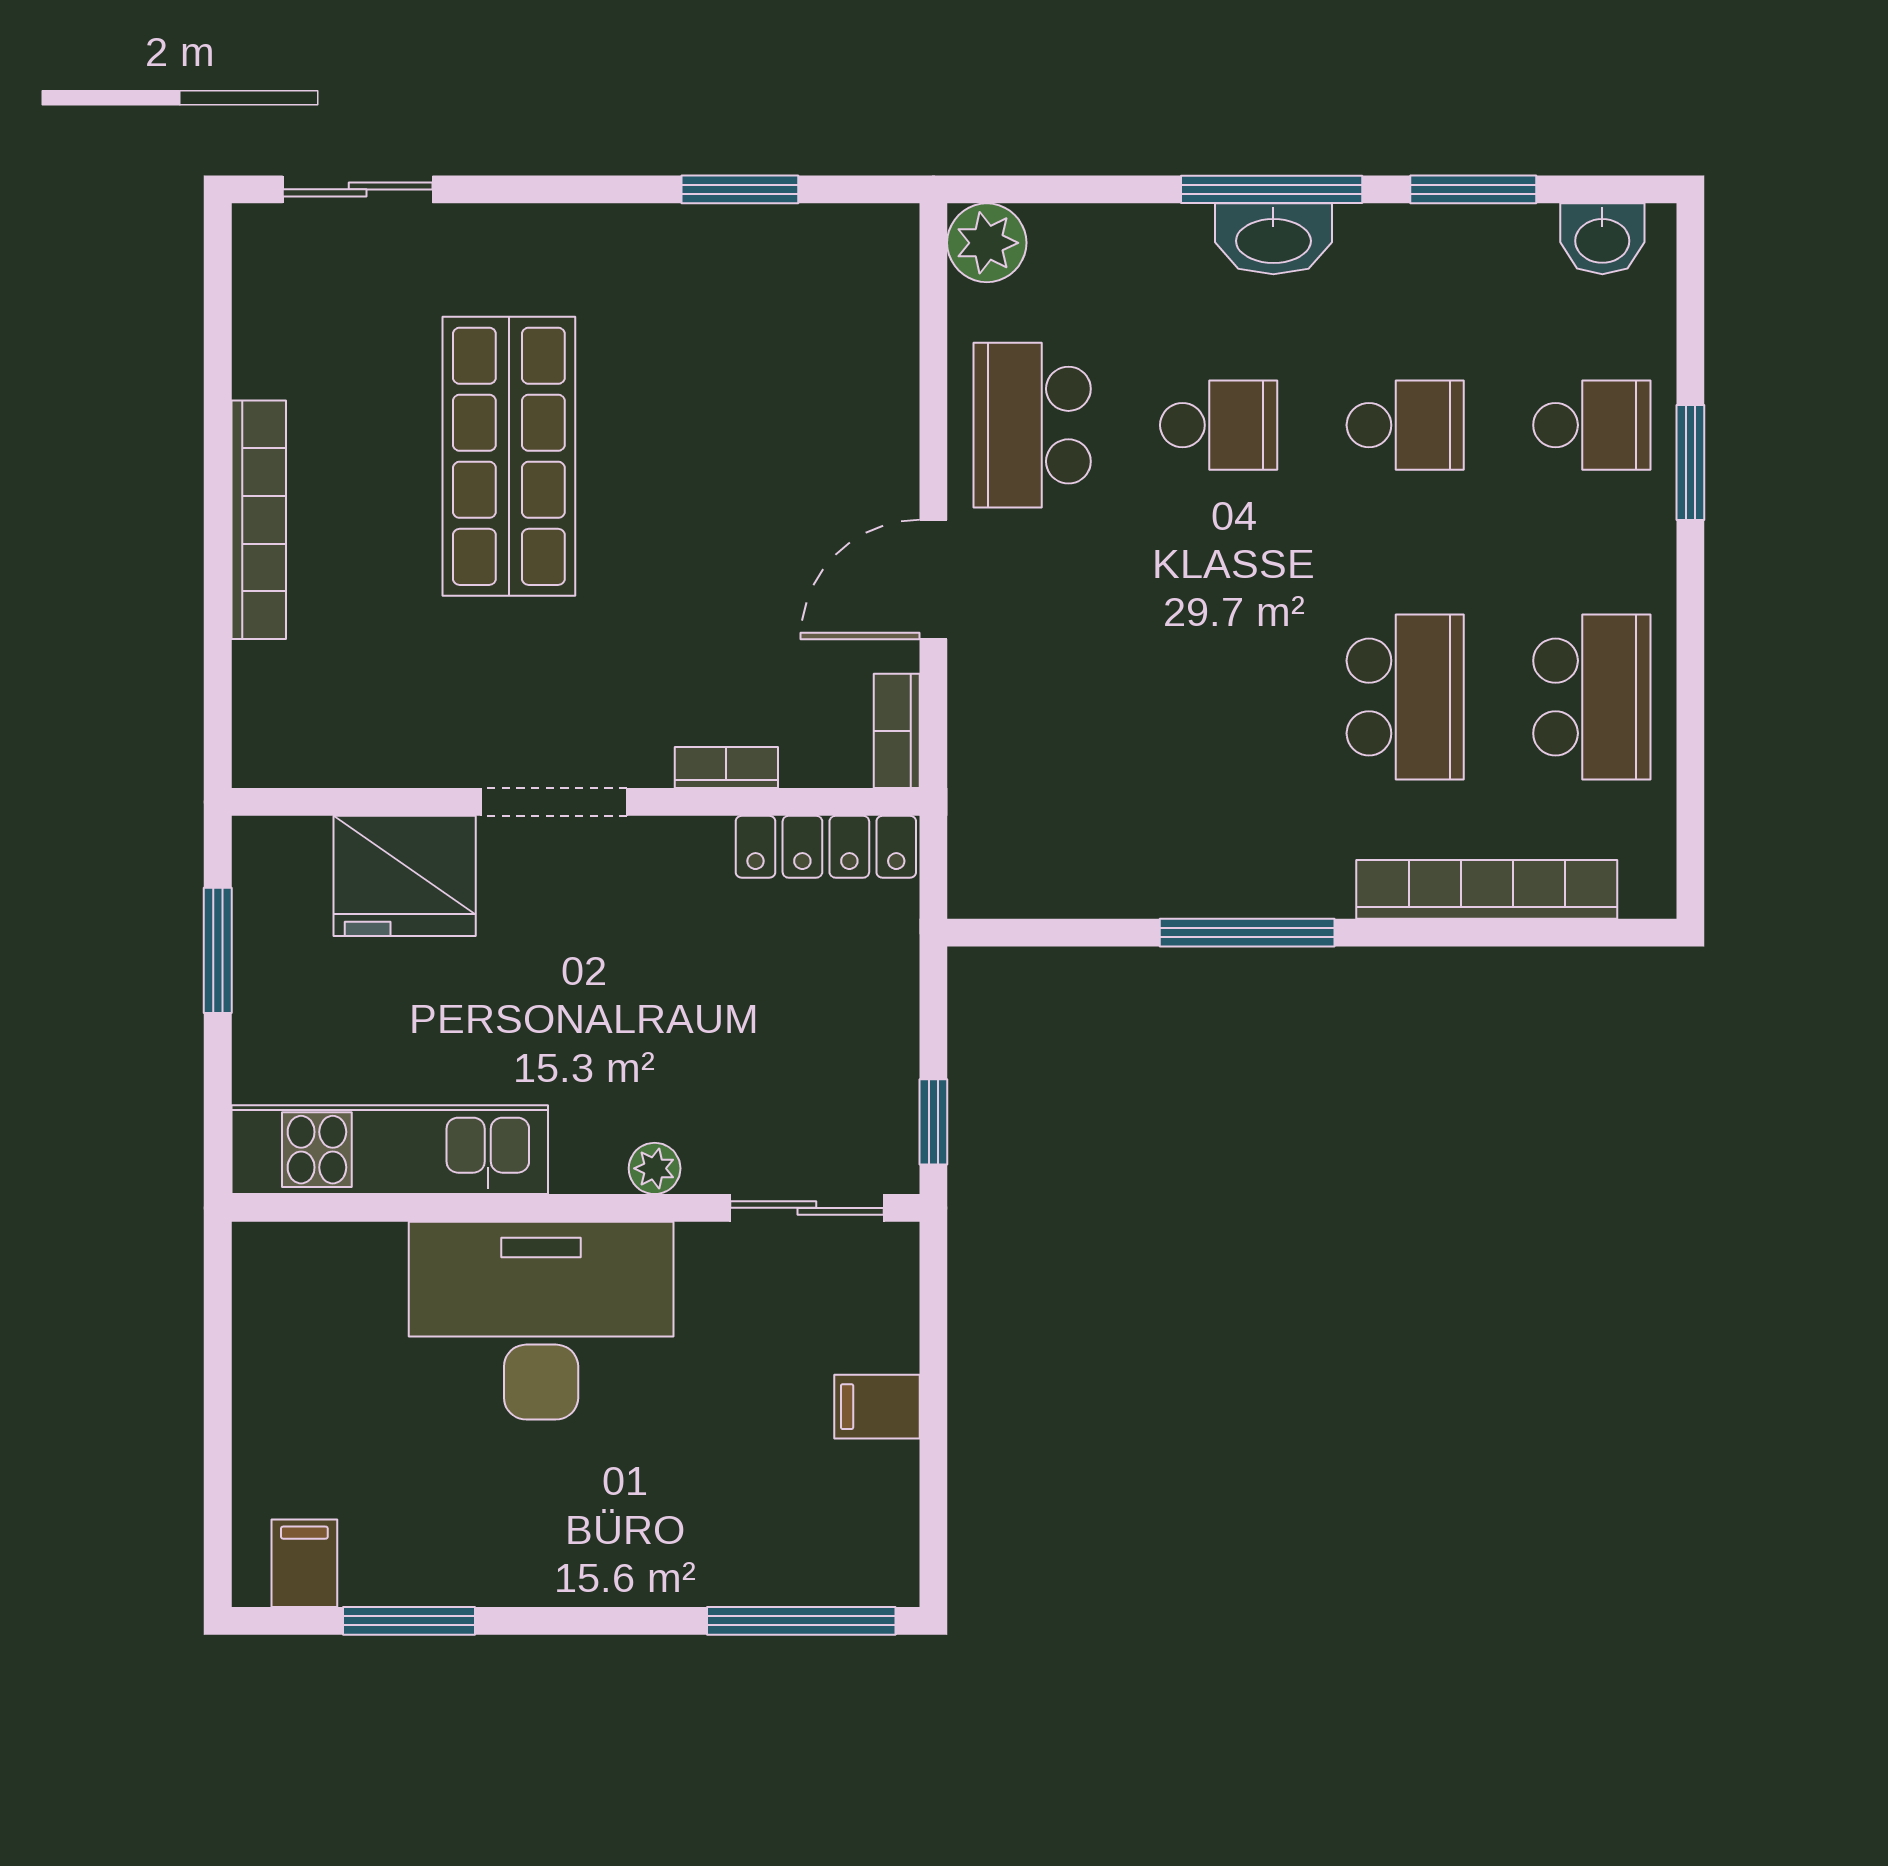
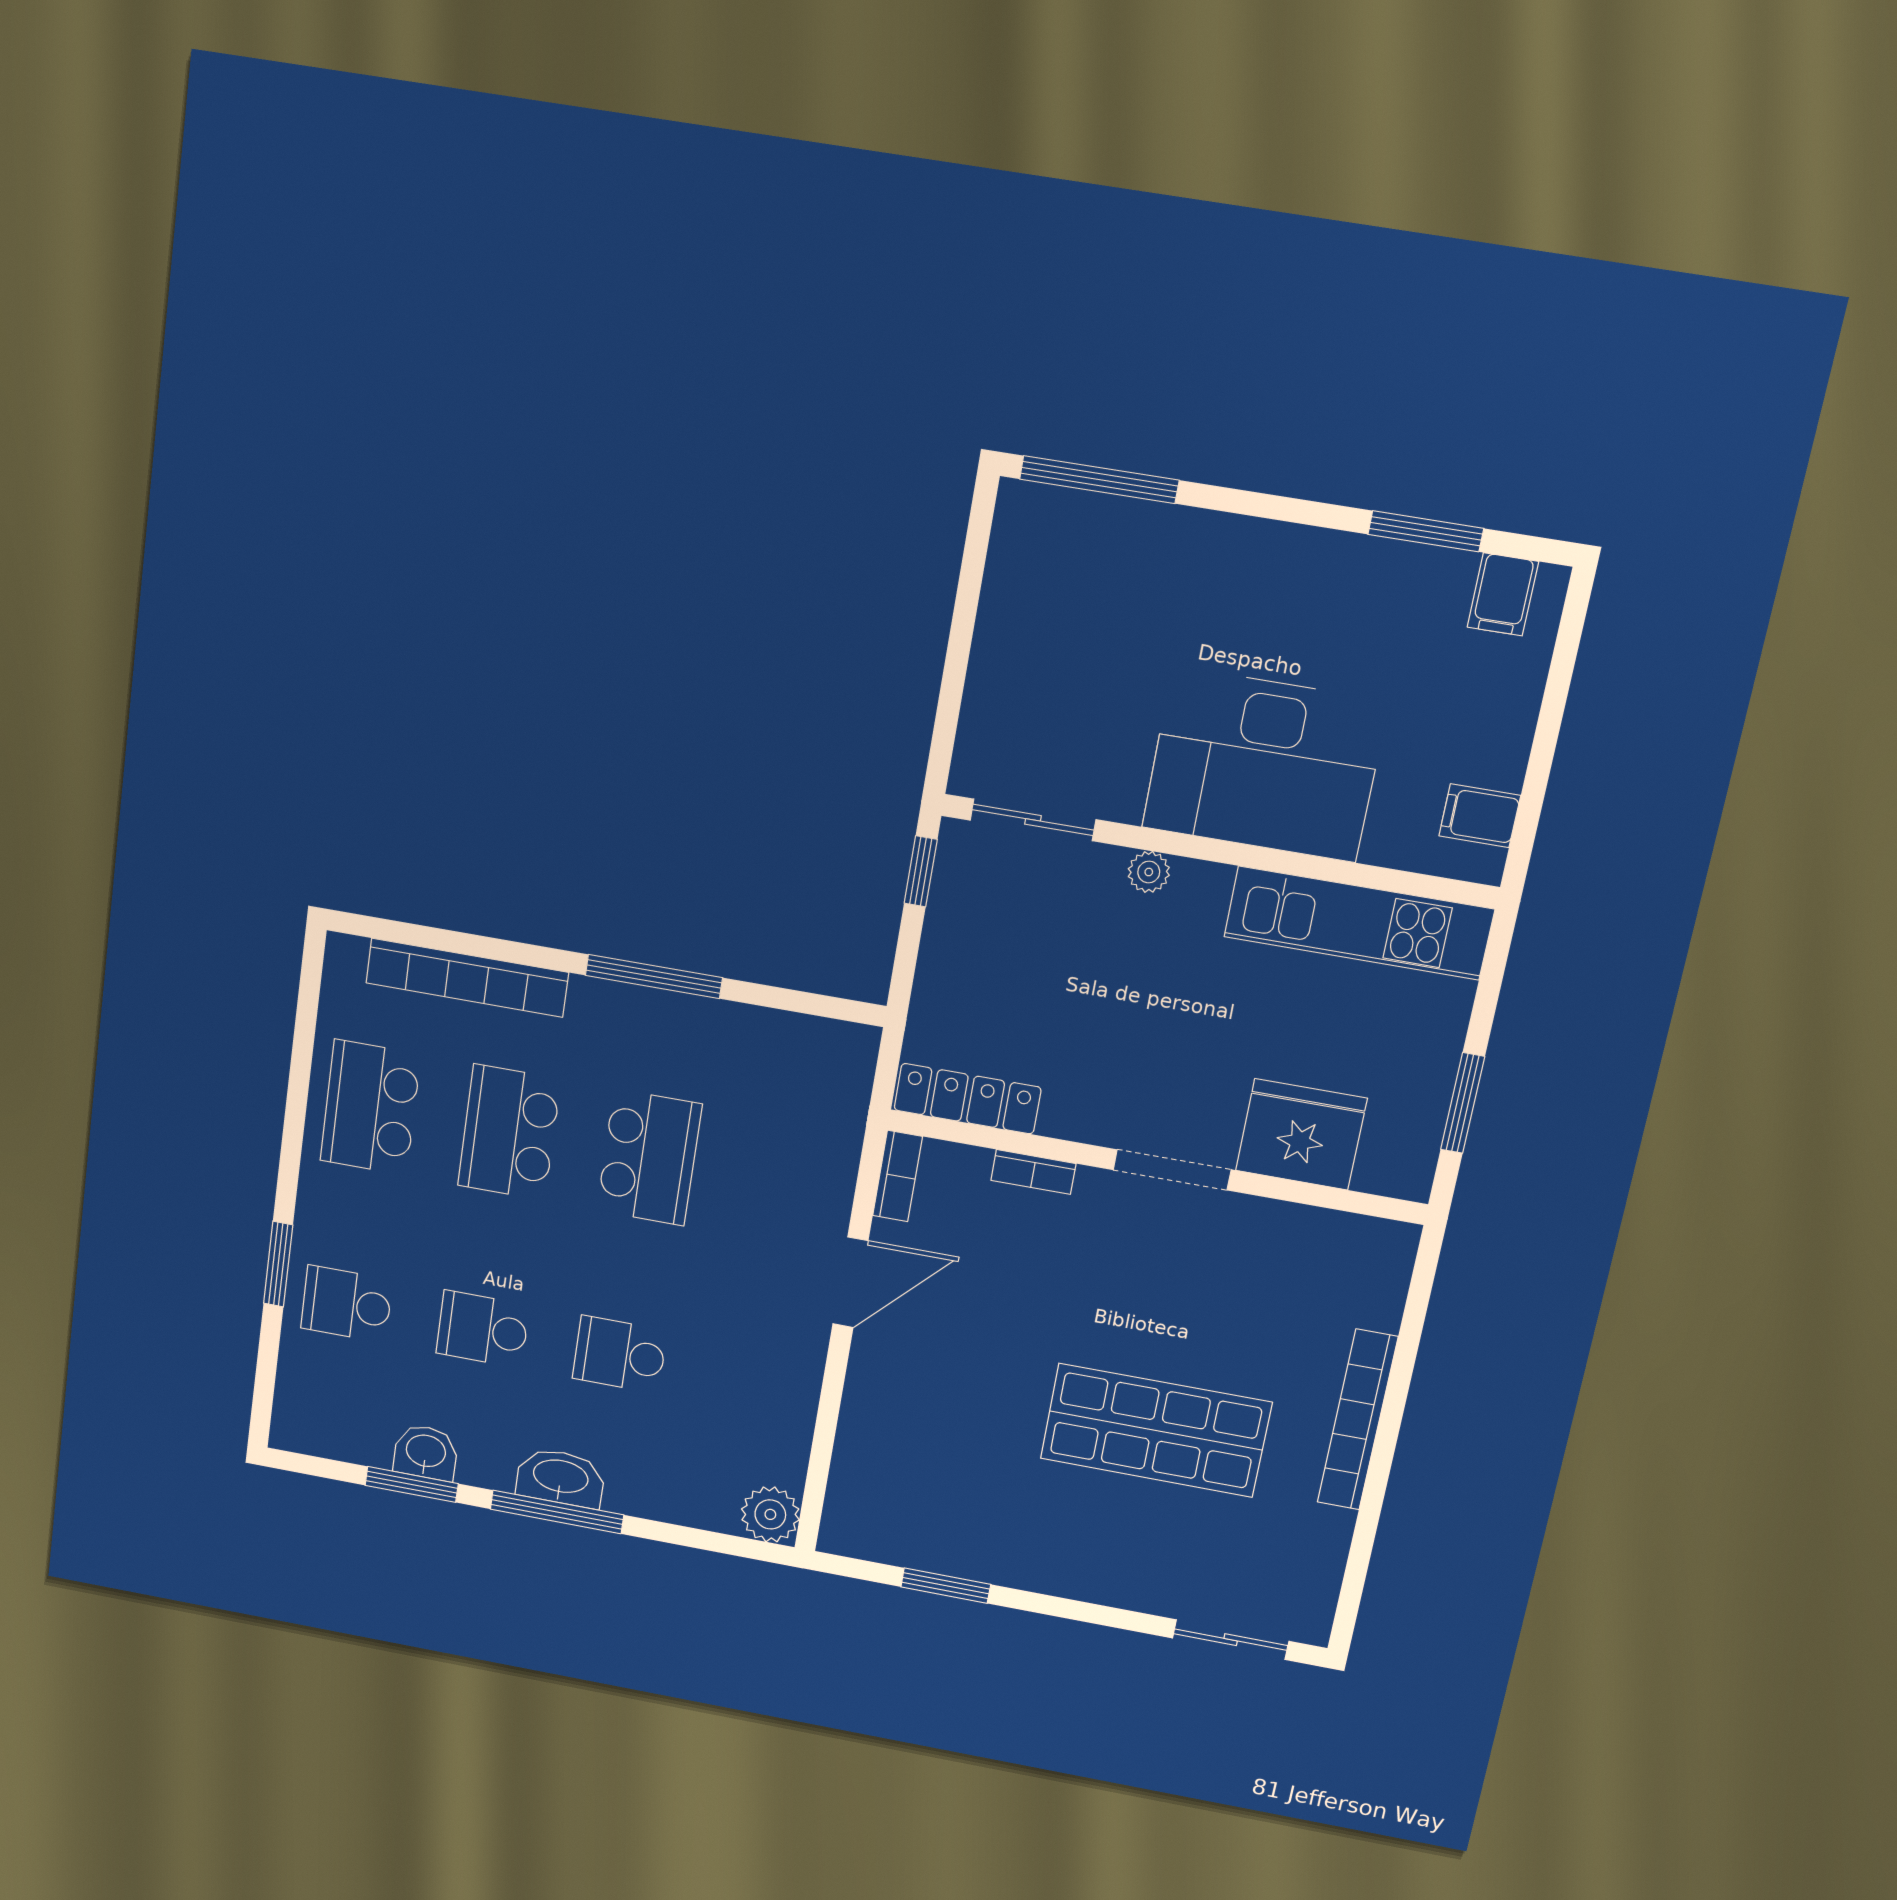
washbasin: (1602, 239) -> (426, 1452), moved
school desk: (1032, 425) -> (649, 1157), moved
shop shelf: (509, 456) -> (1156, 1430), turned 90
filing cabinet: (877, 1407) -> (1480, 816), moved, turned 180

